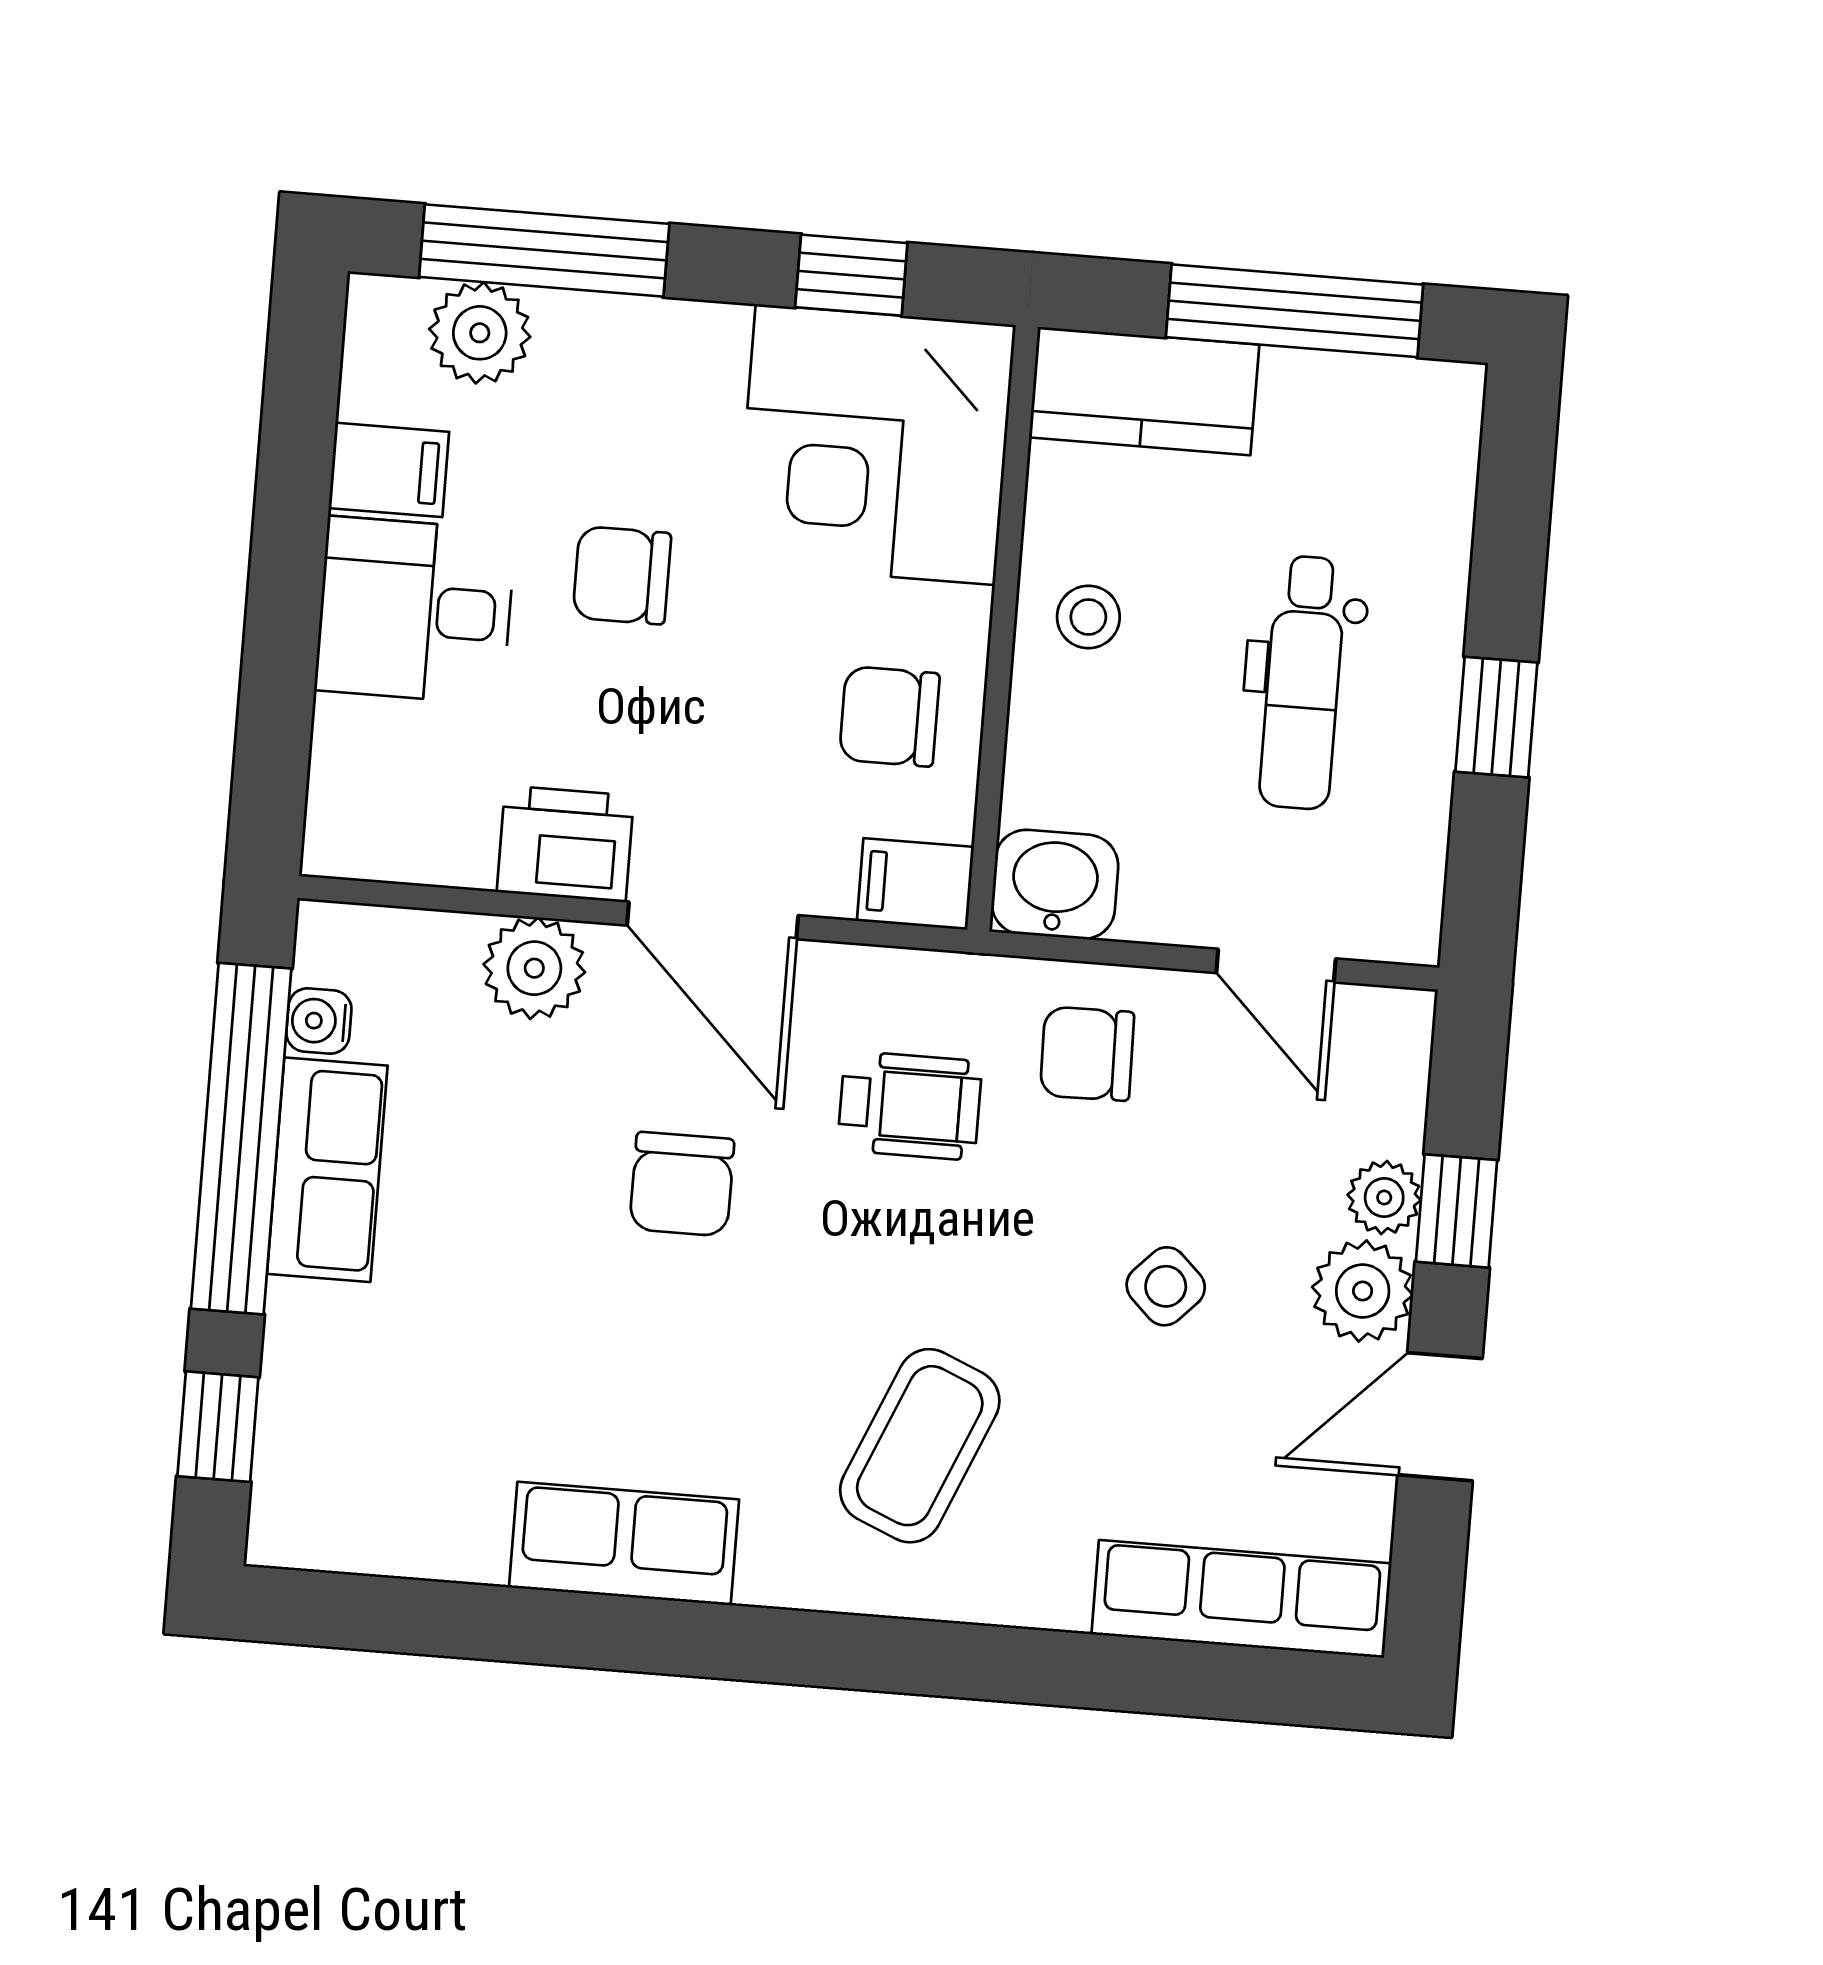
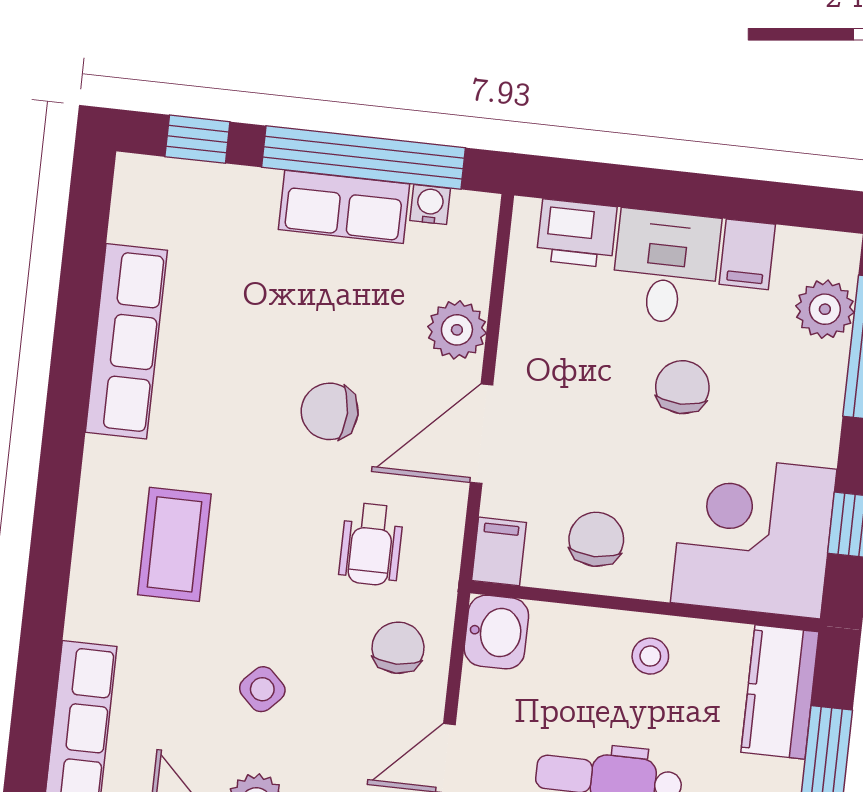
printer: (565, 844) -> (577, 233), moved, turned 90
coffee table: (920, 1446) -> (174, 544), turned 67
row of seats: (624, 1544) -> (126, 341), width x1.48

